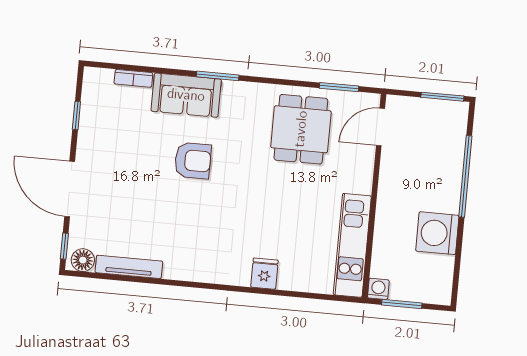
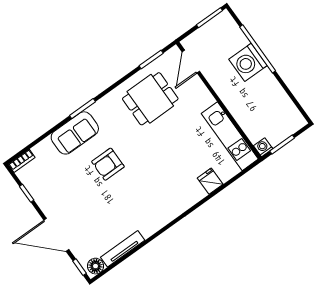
bookcase: (133, 78) -> (22, 161), moved
dining table: (301, 129) -> (150, 99), turned 90
armchair: (193, 161) -> (108, 164), turned 180
washing machine: (437, 233) -> (248, 62), moved
fridge: (264, 274) -> (210, 181), moved

